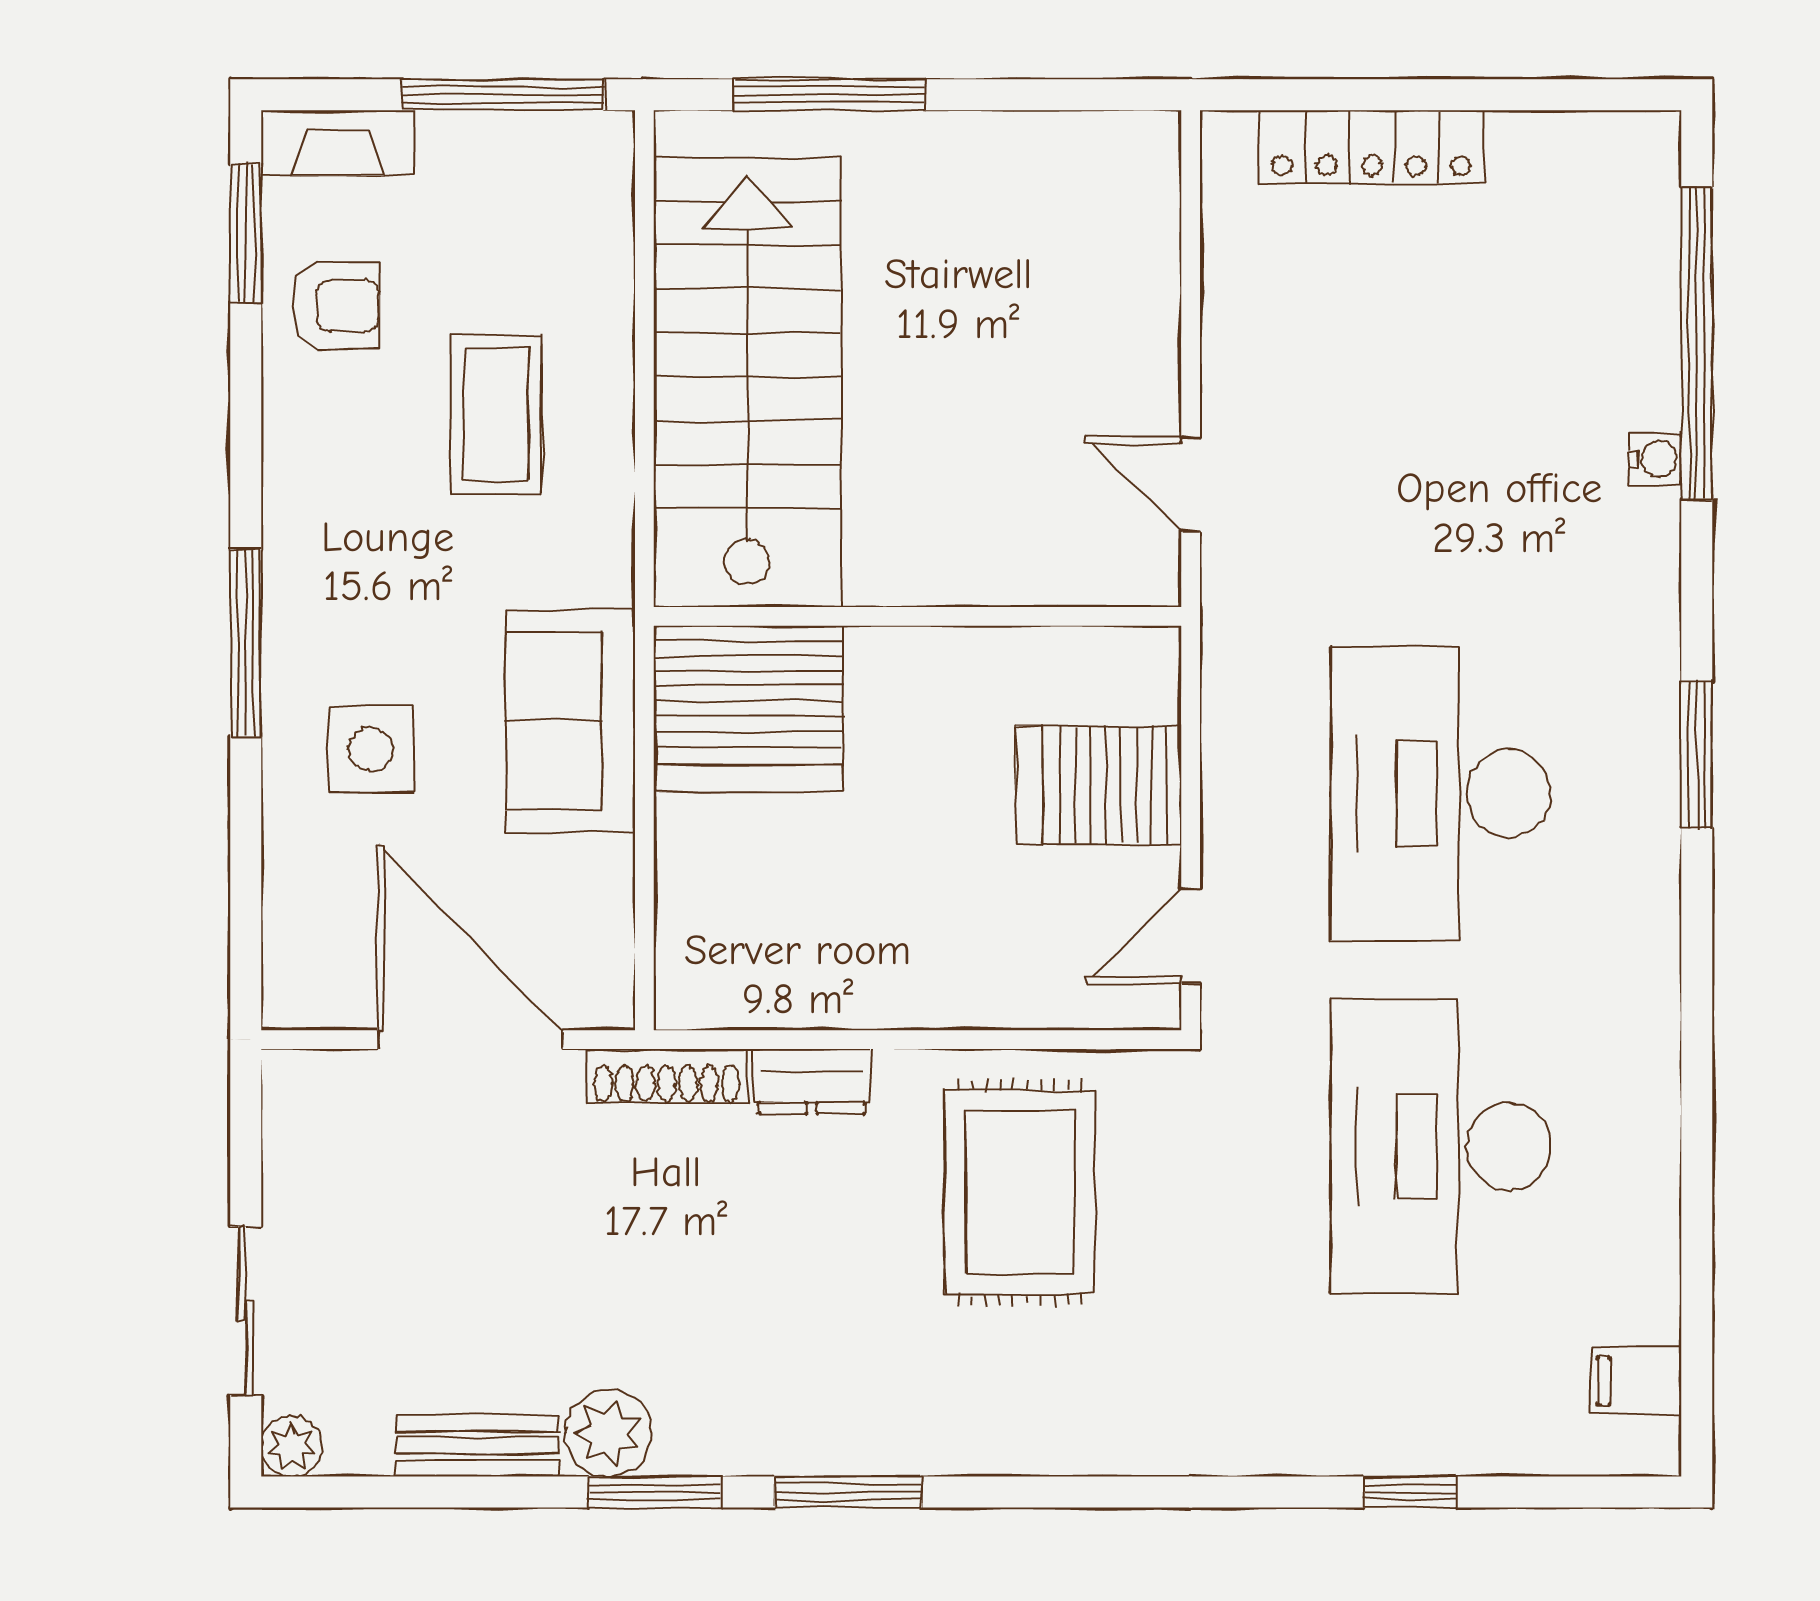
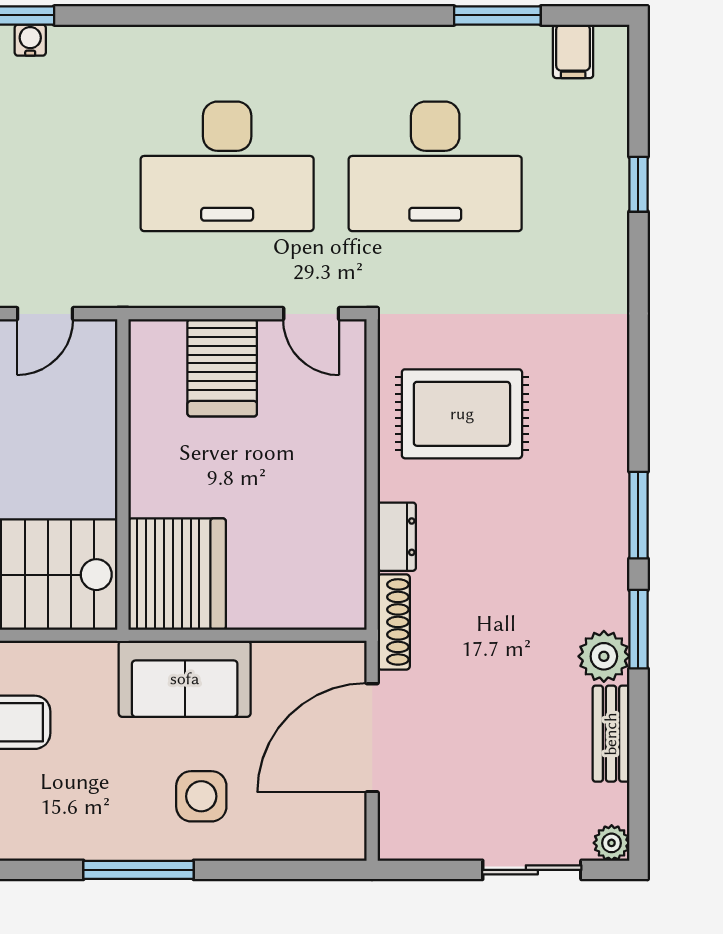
window: (1697, 755) -> (497, 15), moved

